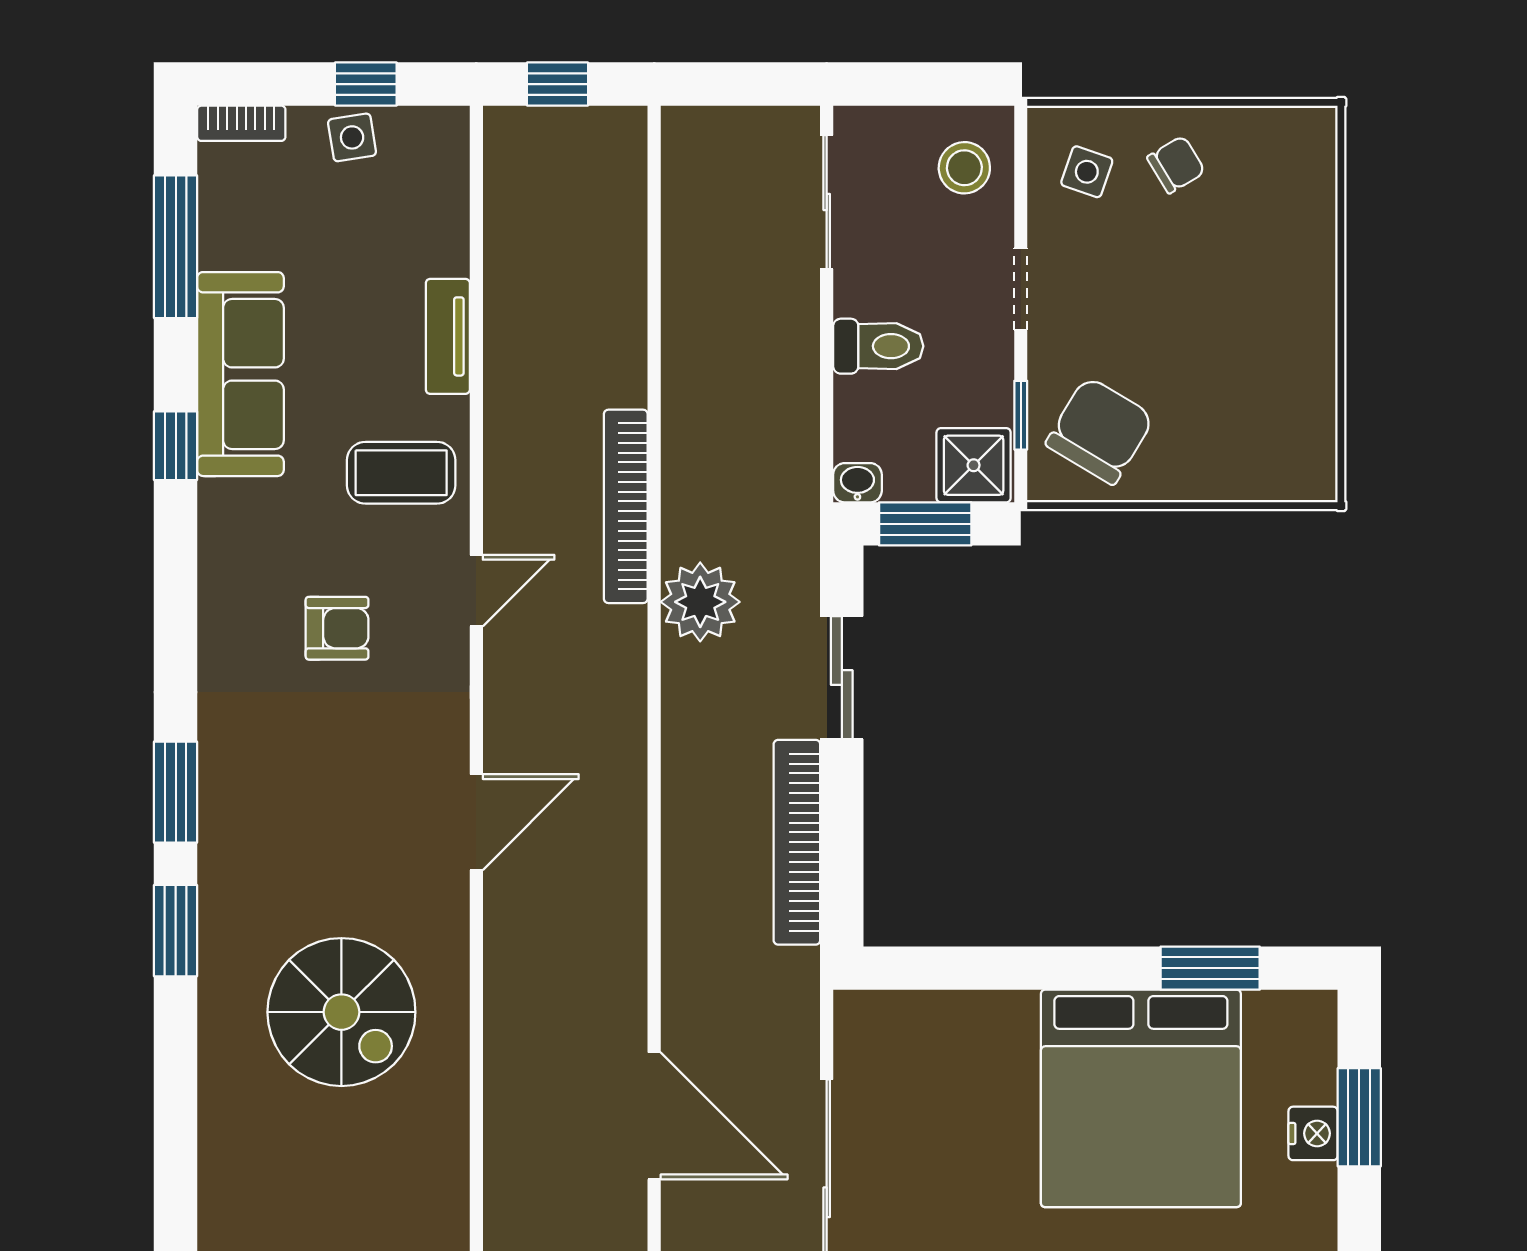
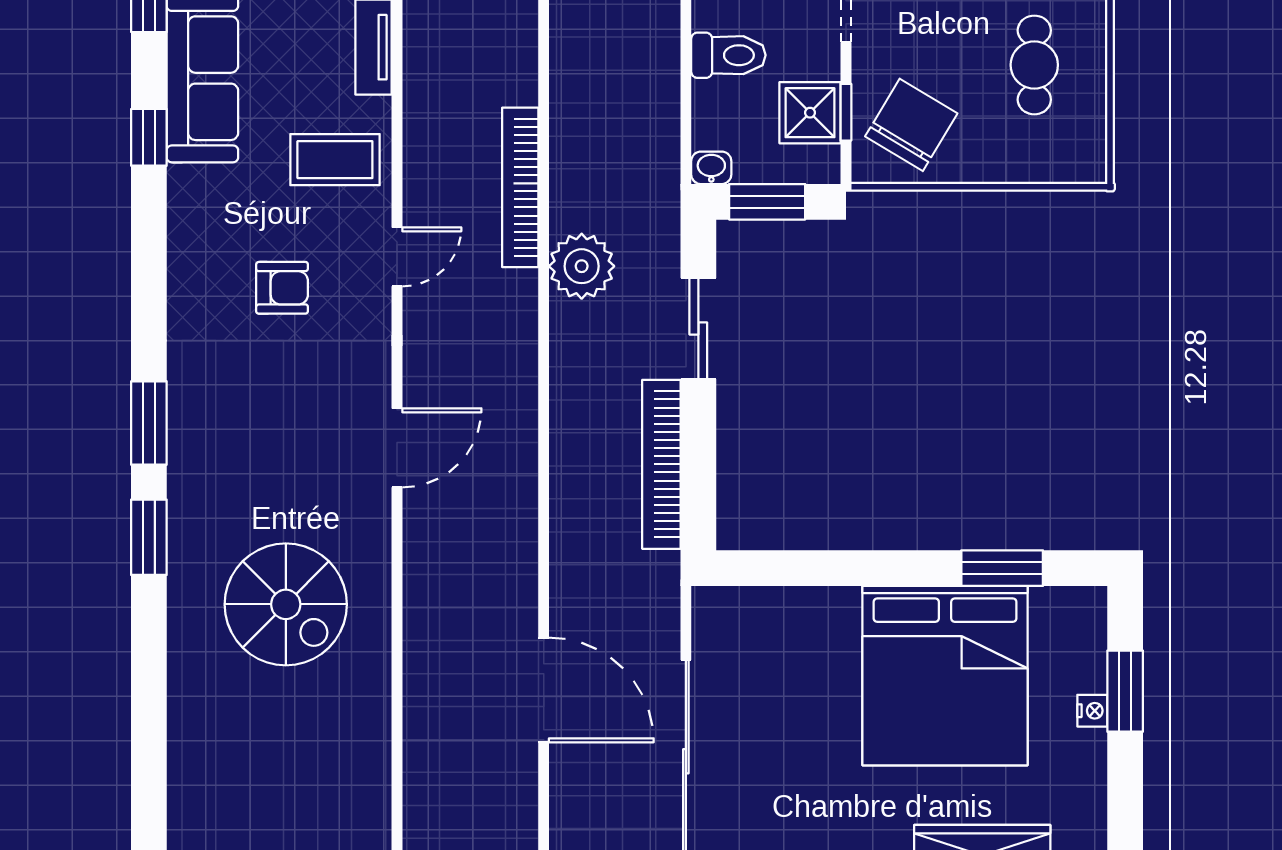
cafe table: (1249, 358) -> (1034, 65), added
shower: (974, 465) -> (810, 113), moved
nightstand: (1313, 1133) -> (1092, 711), width x0.72, depth x0.74

